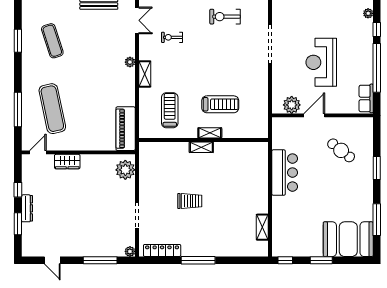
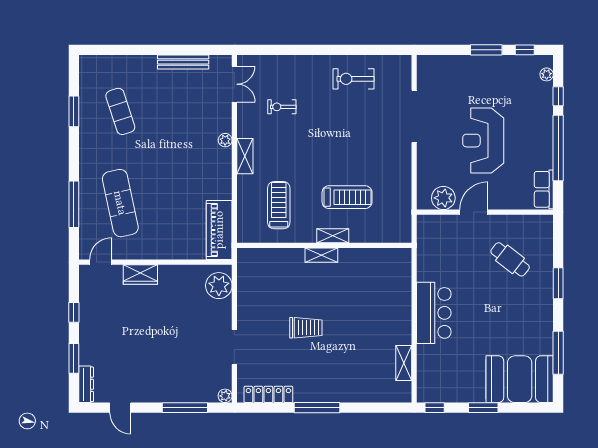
bar counter: (285, 173) -> (434, 313), moved
dresser: (27, 208) -> (86, 384), moved

